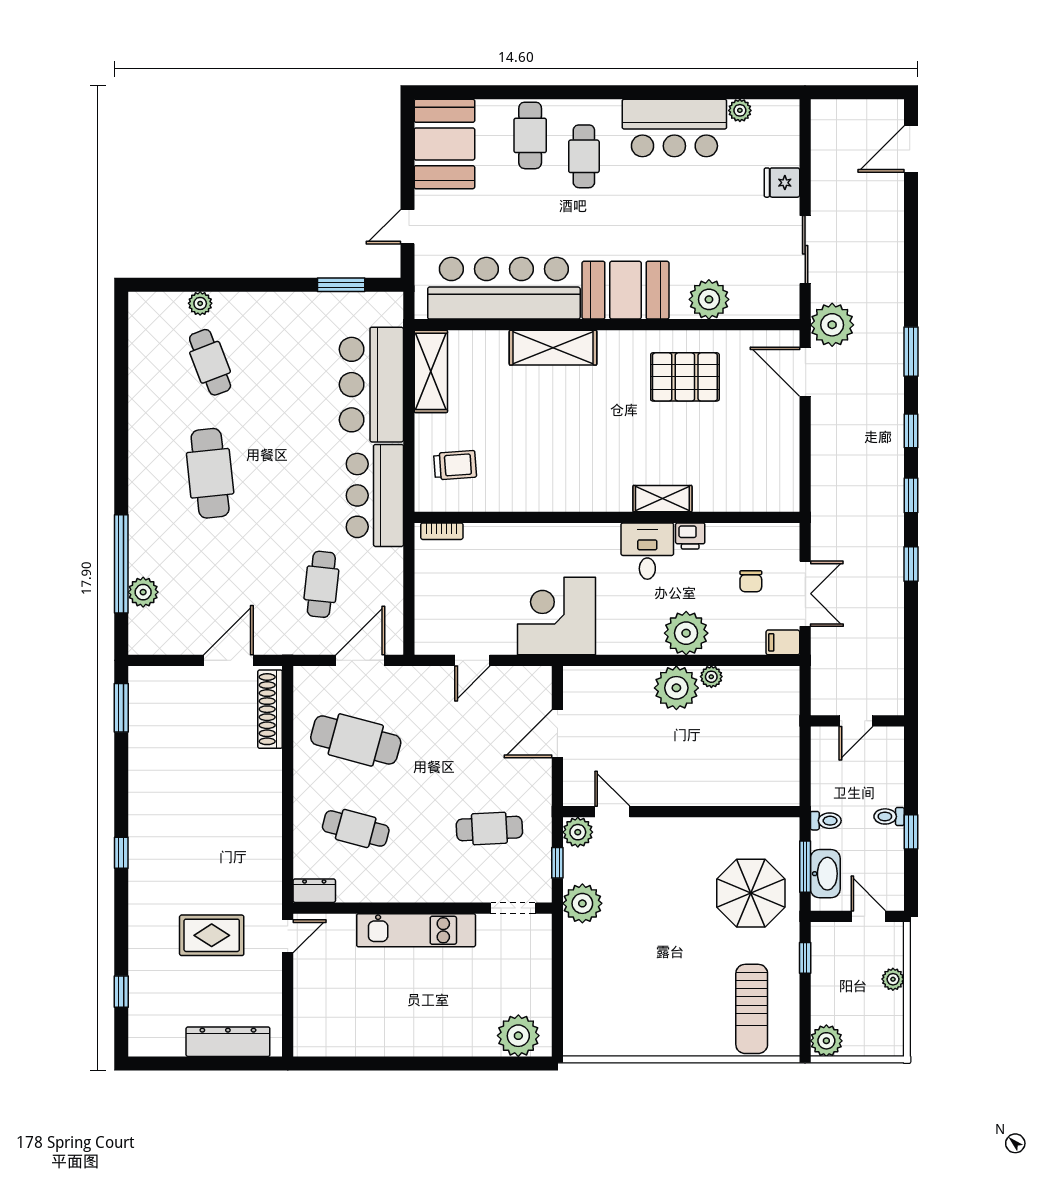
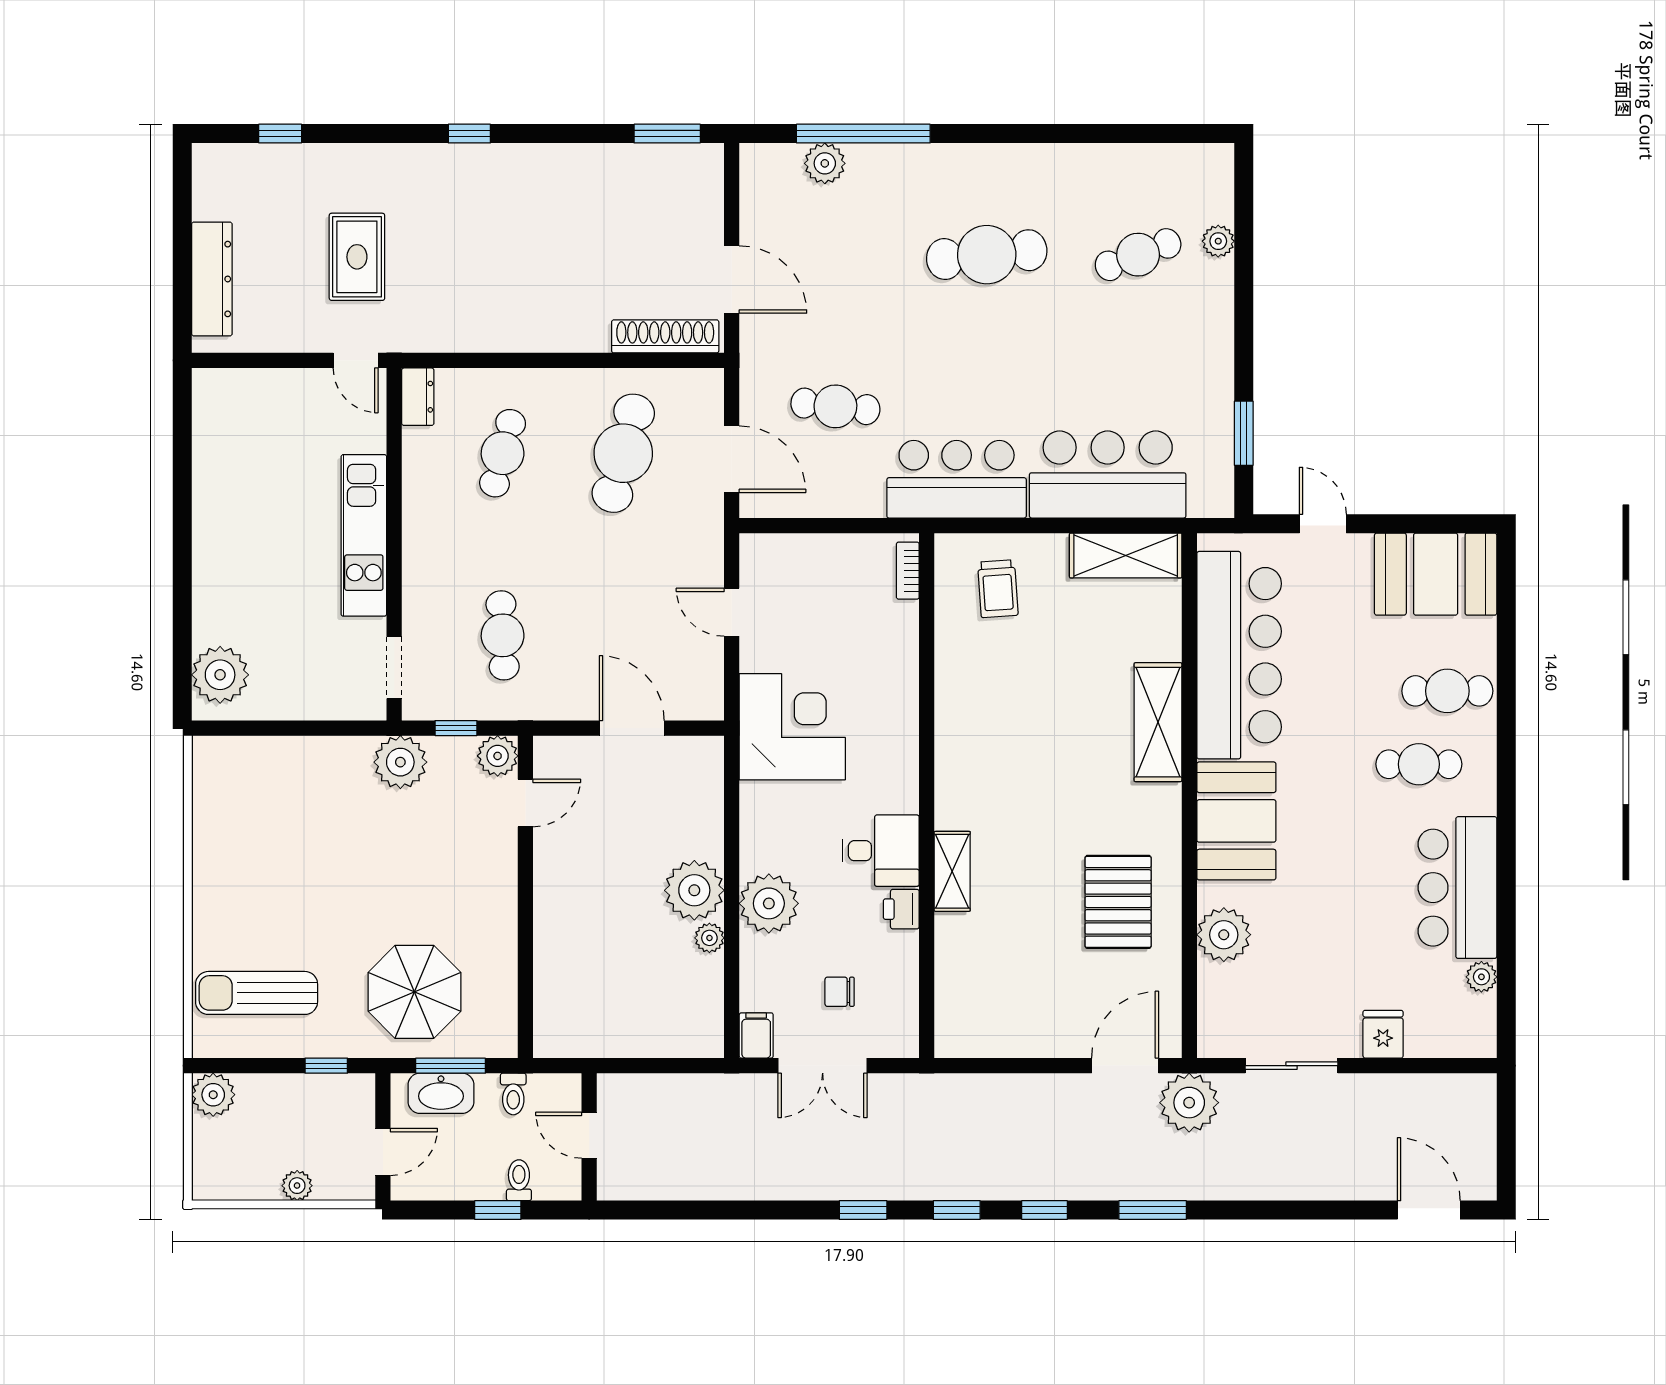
door: (856, 721) -> (589, 1135), moved
wall: (857, 721) -> (589, 1137), moved

